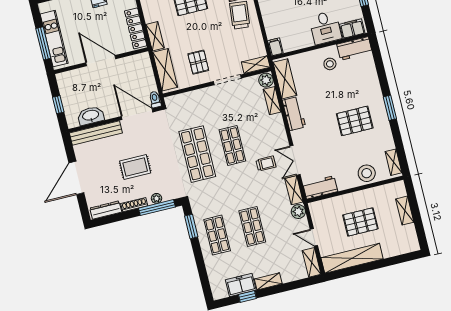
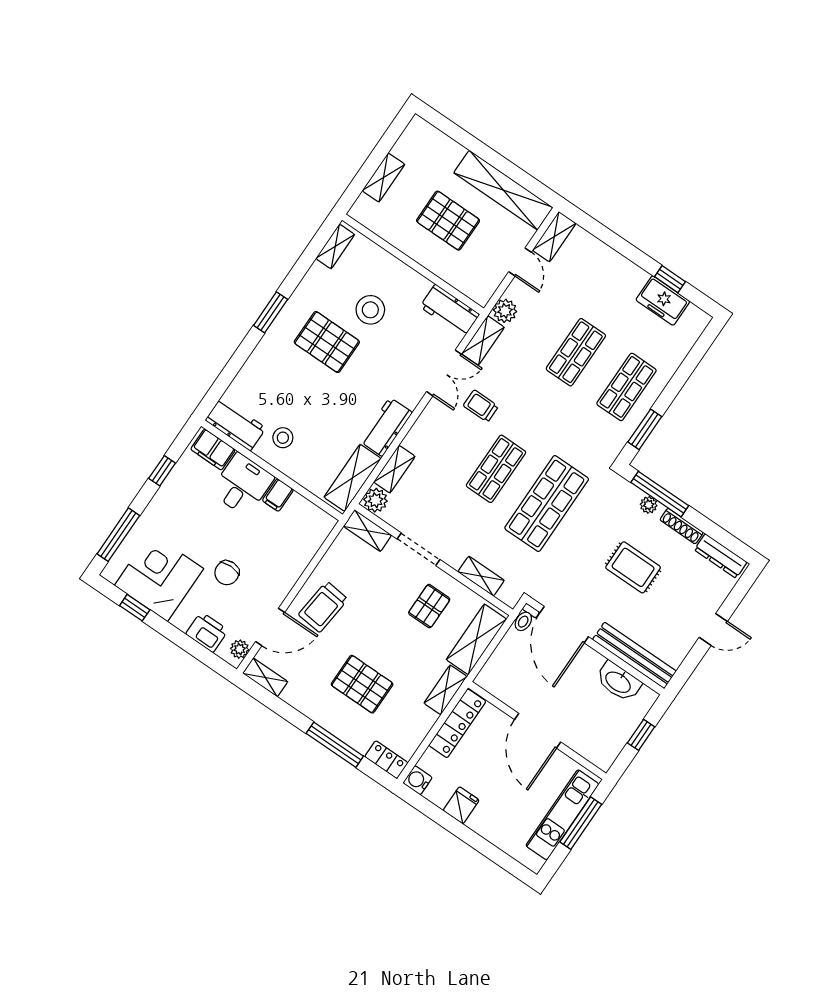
filing cabinet: (275, 47) -> (278, 495), moved
stool: (367, 173) -> (370, 310), moved
door: (76, 178) -> (713, 629), width x0.53
shelving: (268, 281) -> (481, 576), moved

